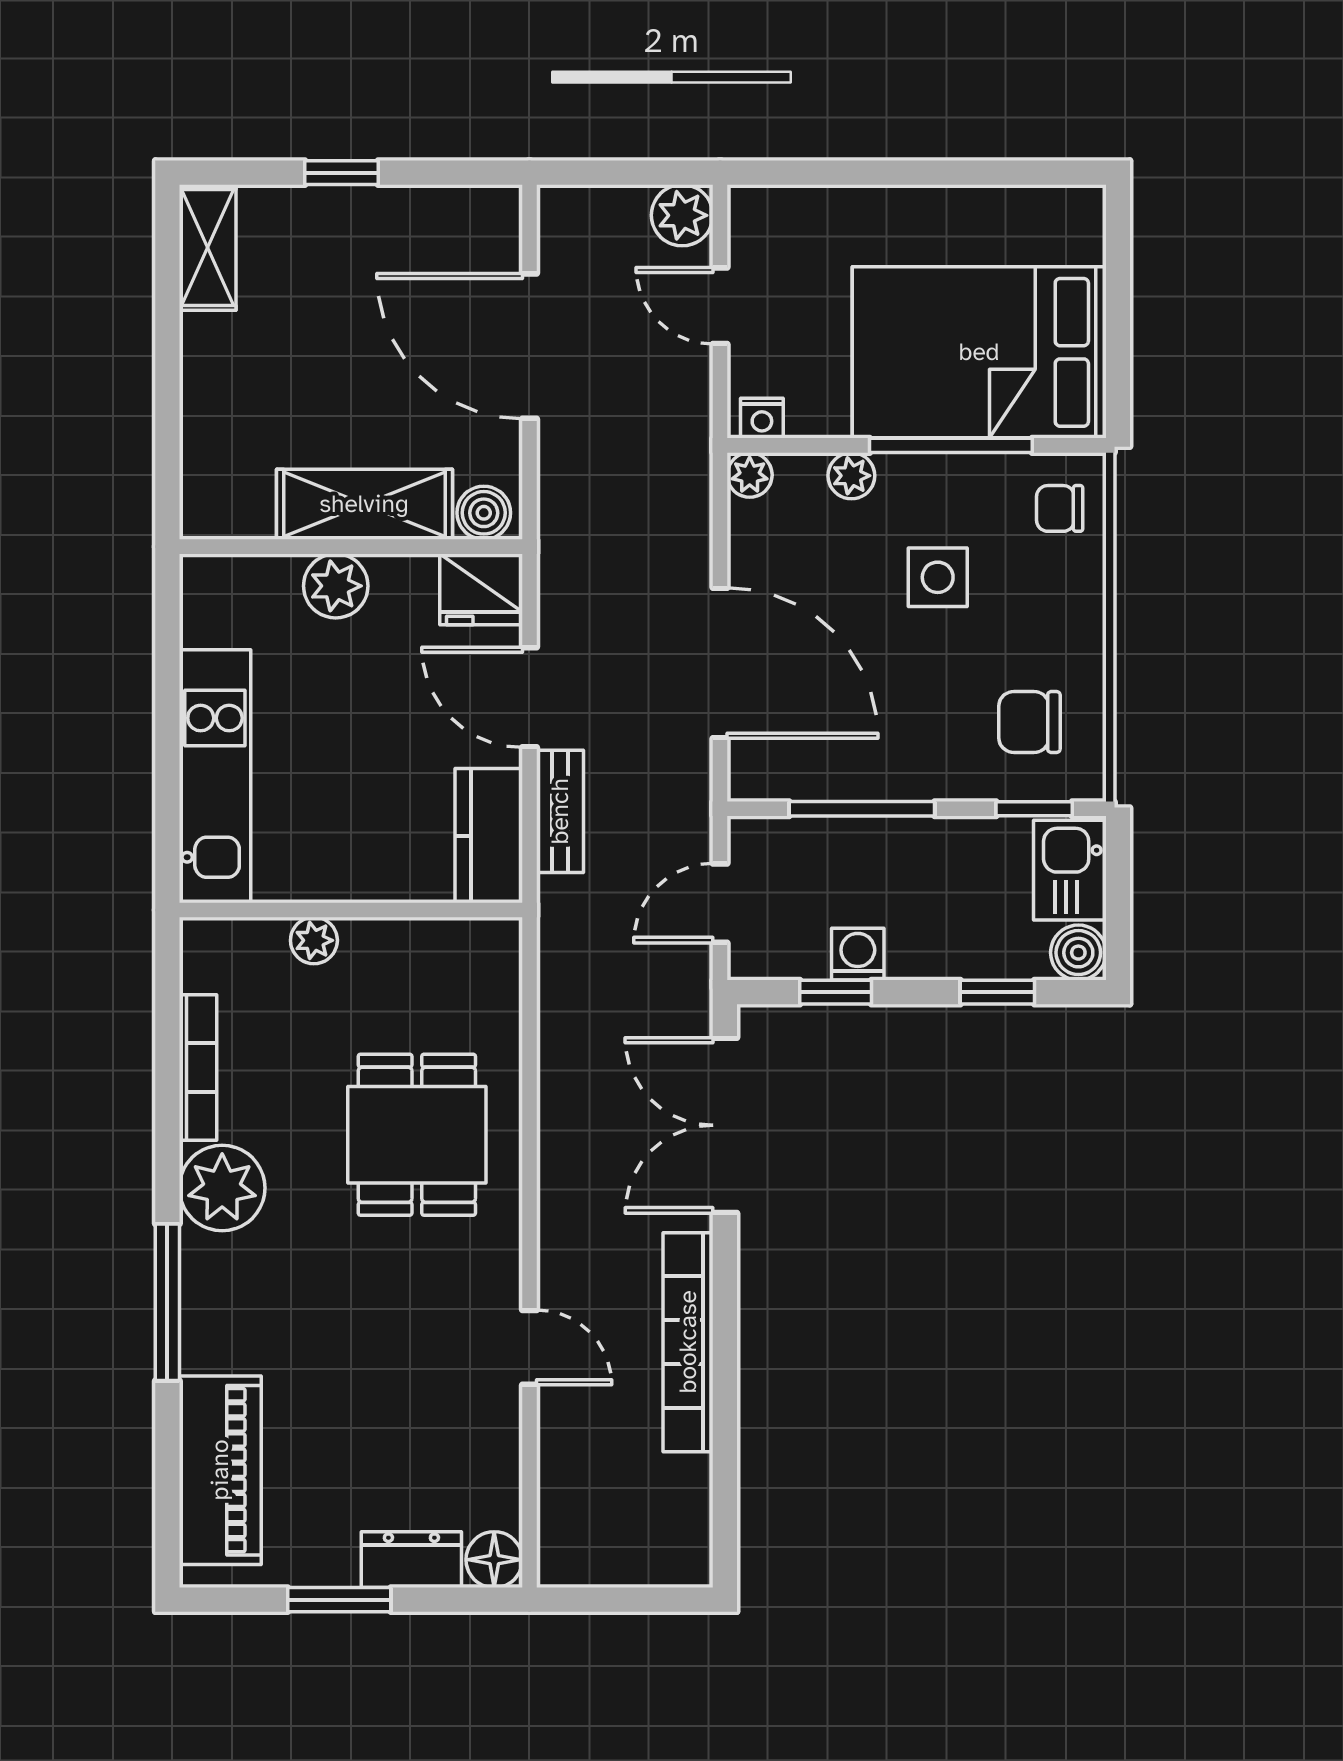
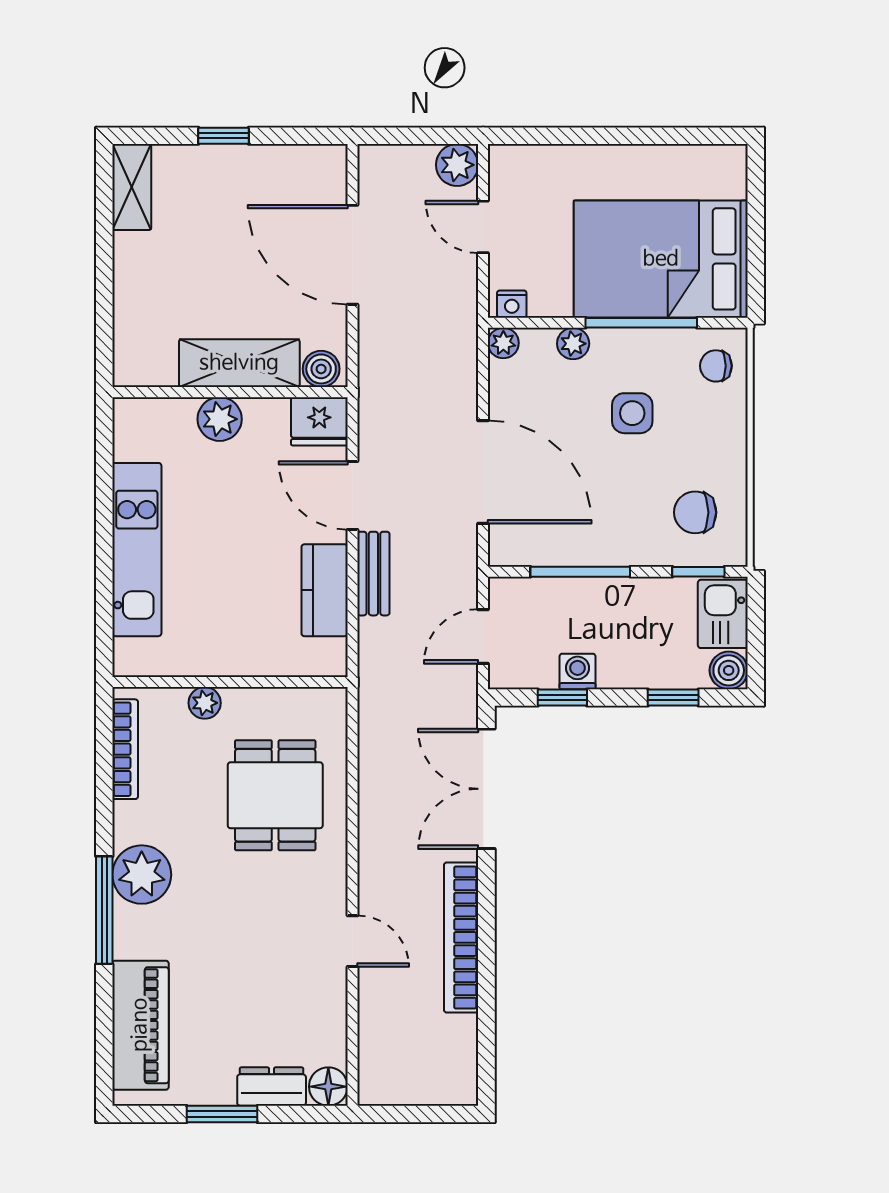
wall: (351, 910) -> (230, 682), moved
plant: (314, 940) -> (205, 703), moved
plant: (222, 1188) -> (142, 875), moved

